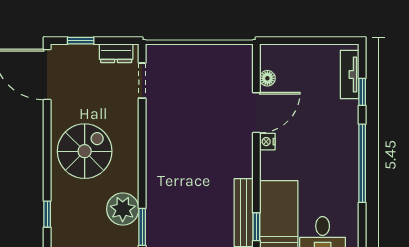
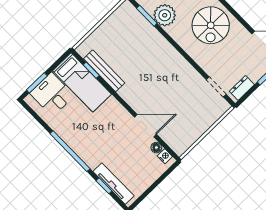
tv unit: (350, 74) -> (114, 184), width x1.41
door: (256, 113) -> (145, 126), swing flipped
nightstand: (267, 142) -> (165, 156), moved

